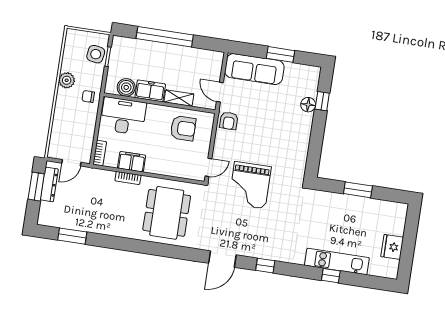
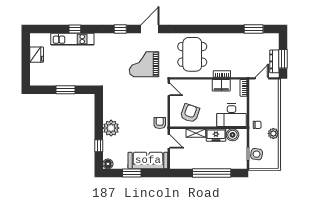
floor lamp: (308, 105) -> (108, 164), moved
plant: (301, 124) -> (111, 128), added
armchair: (183, 128) -> (190, 113), turned 109
door: (208, 167) -> (169, 89), swing flipped
grand piano: (250, 185) -> (144, 64), moved, turned -90

